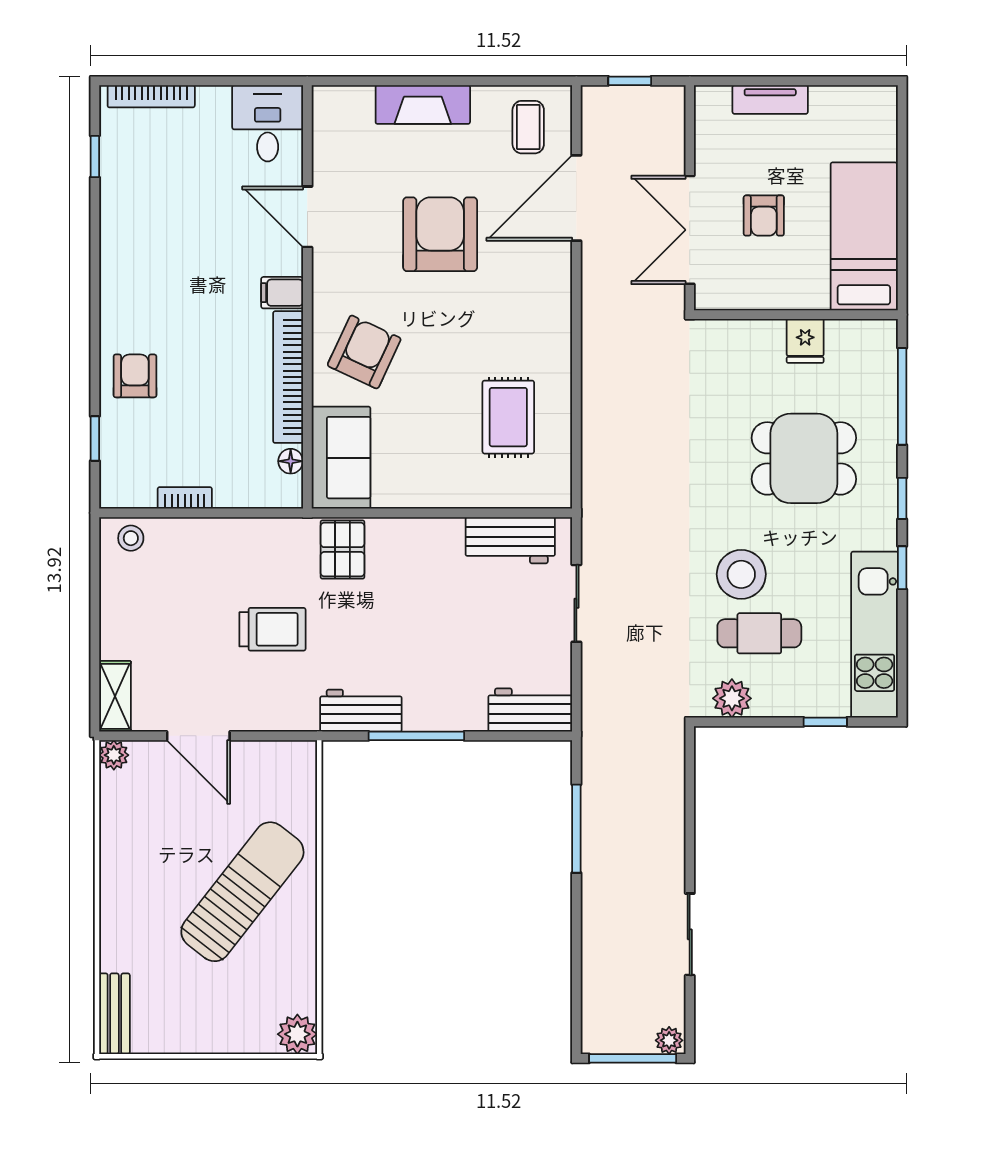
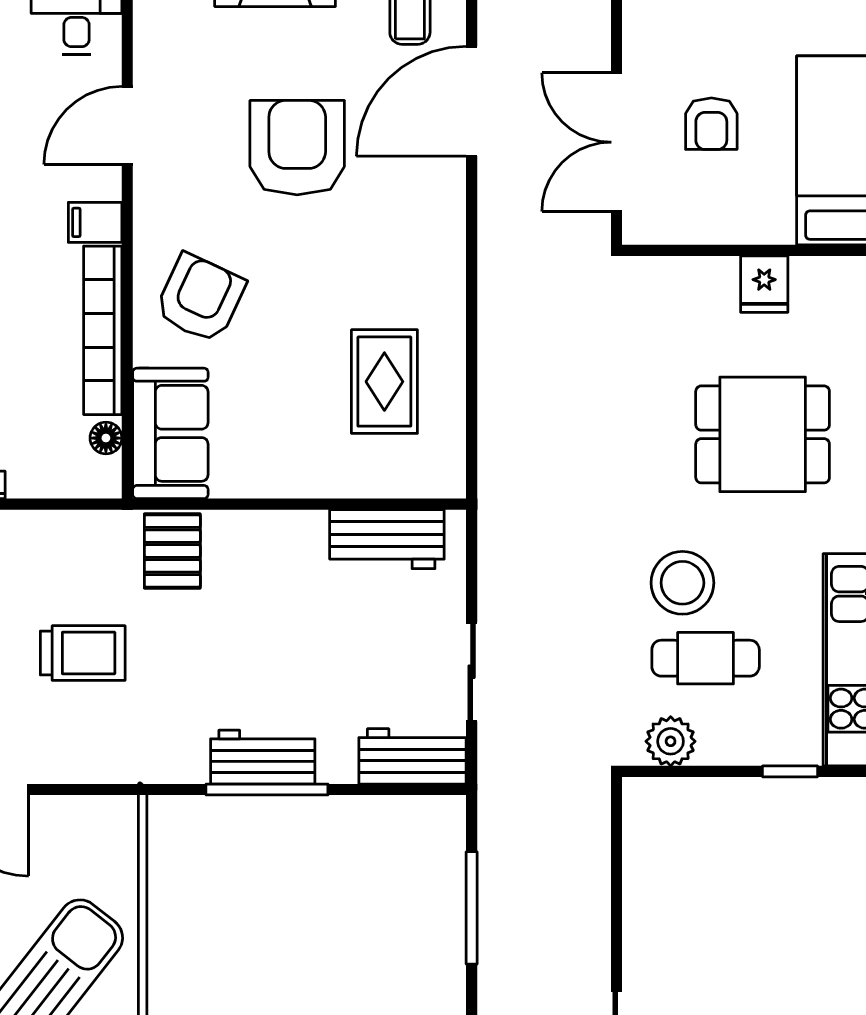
door: (307, 217) -> (127, 125), hinge flipped
sliding door: (576, 603) -> (472, 672), moved
workbench: (361, 711) -> (263, 757), moved

